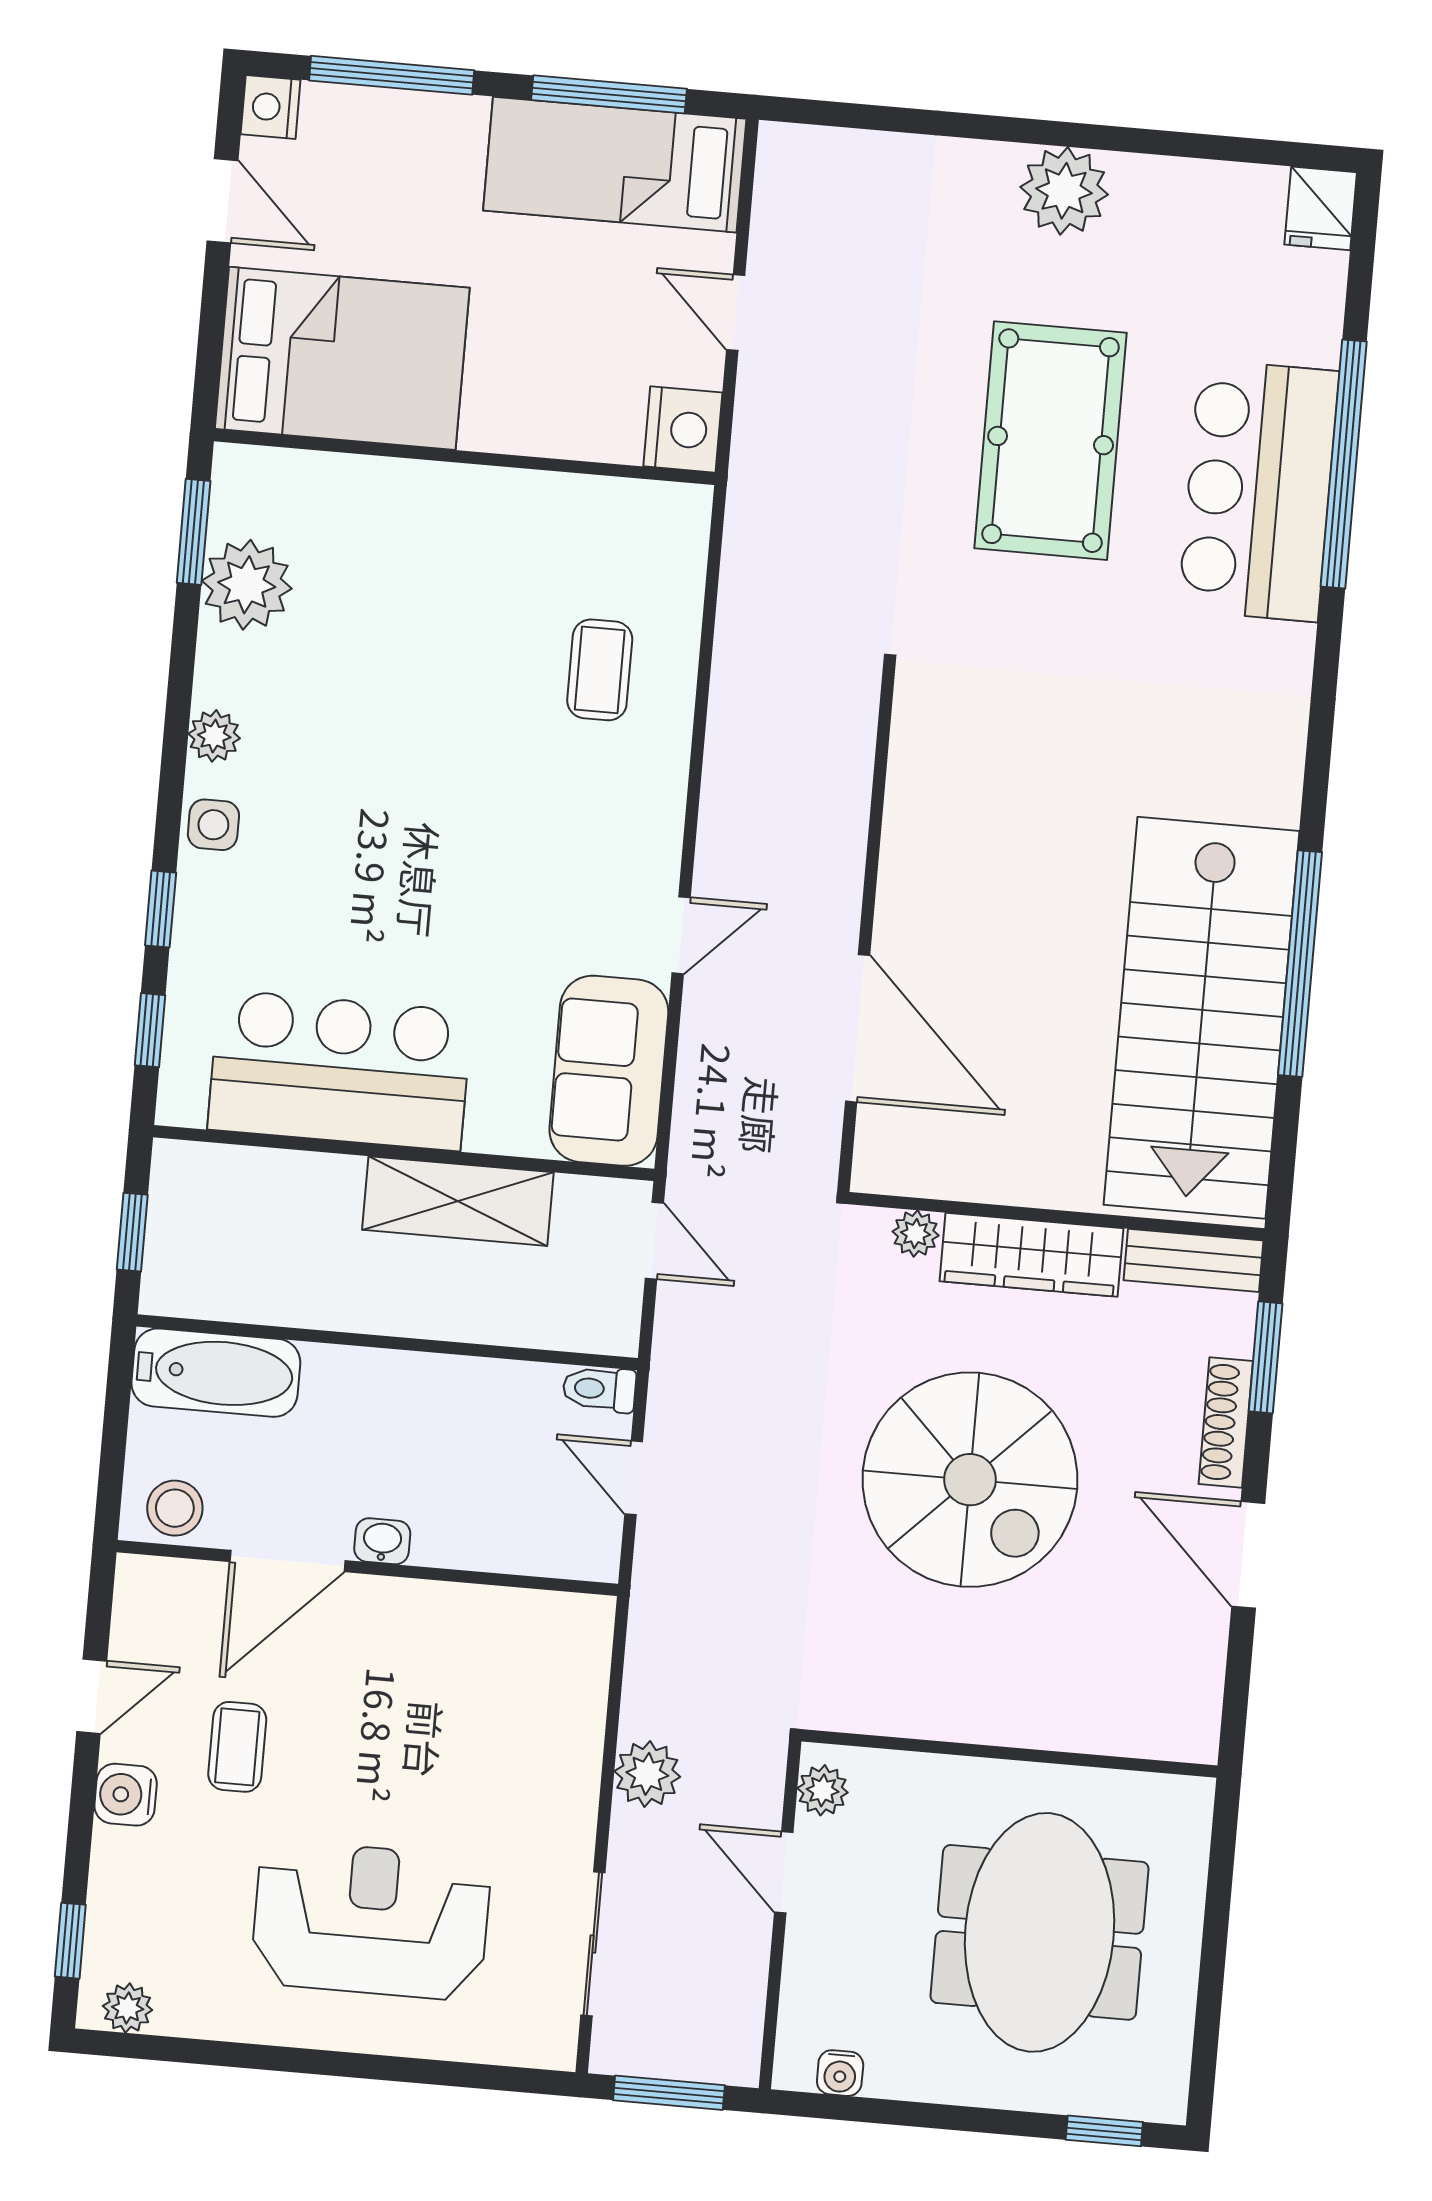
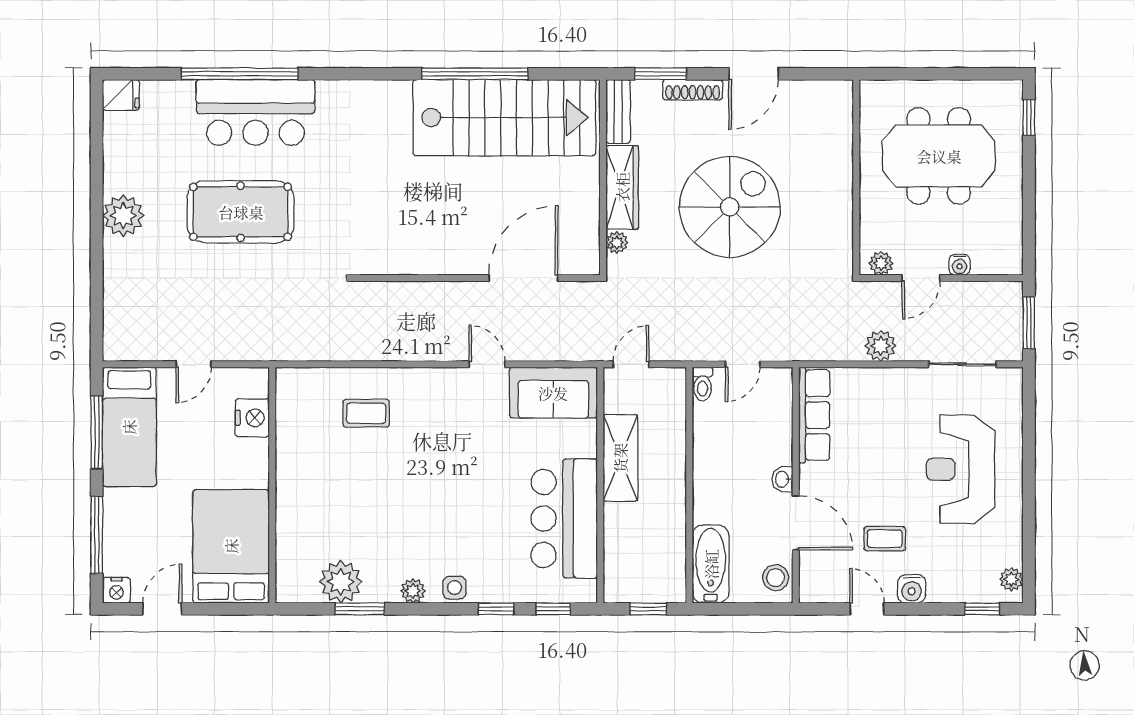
nightstand: (683, 429) -> (252, 418), moved, turned 90
window: (194, 532) -> (360, 609), moved
row of seats: (513, 1620) -> (814, 415), added
water cooler: (840, 2073) -> (960, 265), moved, turned 90

